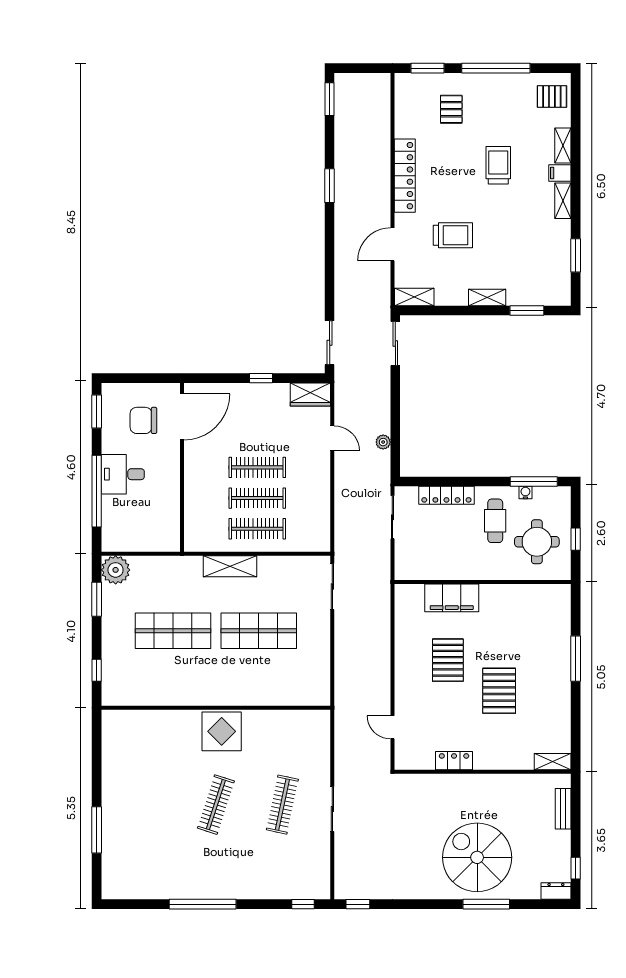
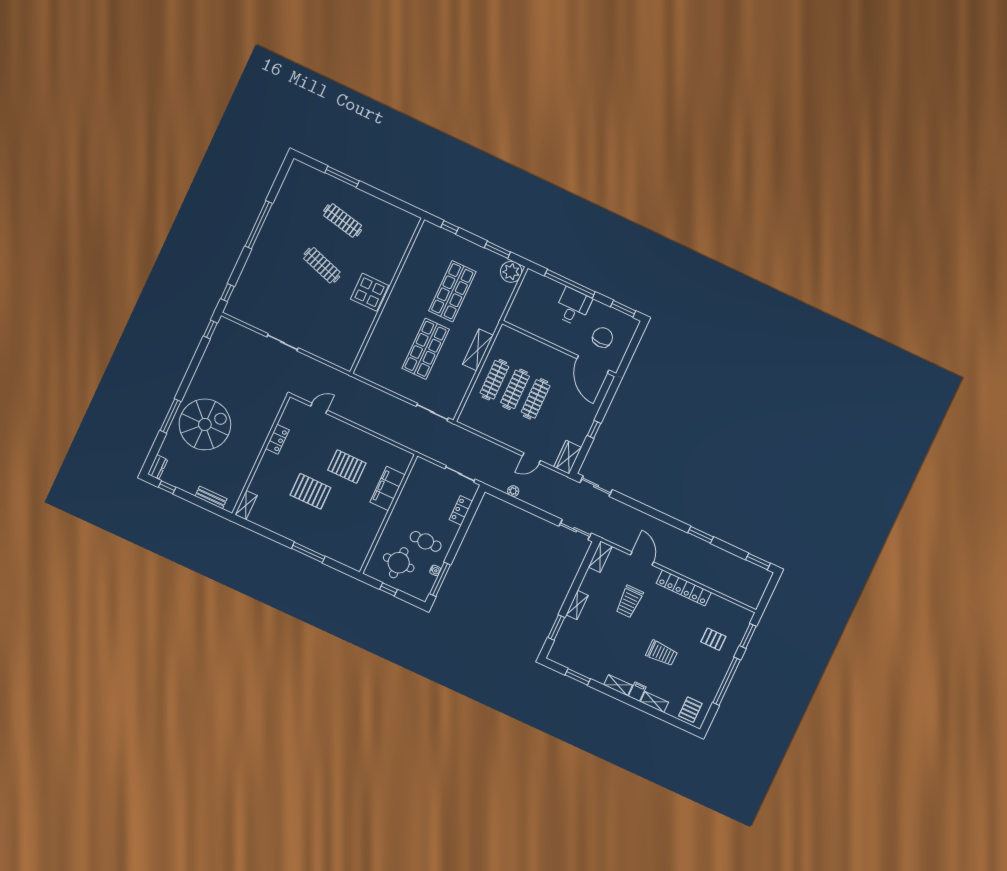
locker: (446, 495) -> (461, 510), width x0.66
clothes rail: (282, 805) -> (343, 220), moved

